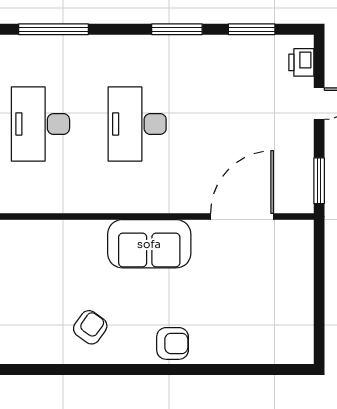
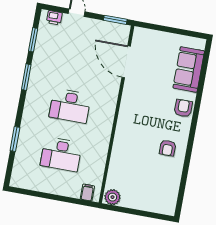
window: (54, 29) -> (15, 139), width x0.69
sofa: (149, 244) -> (189, 69), moved, turned 180
armchair: (90, 327) -> (168, 148), turned -125

